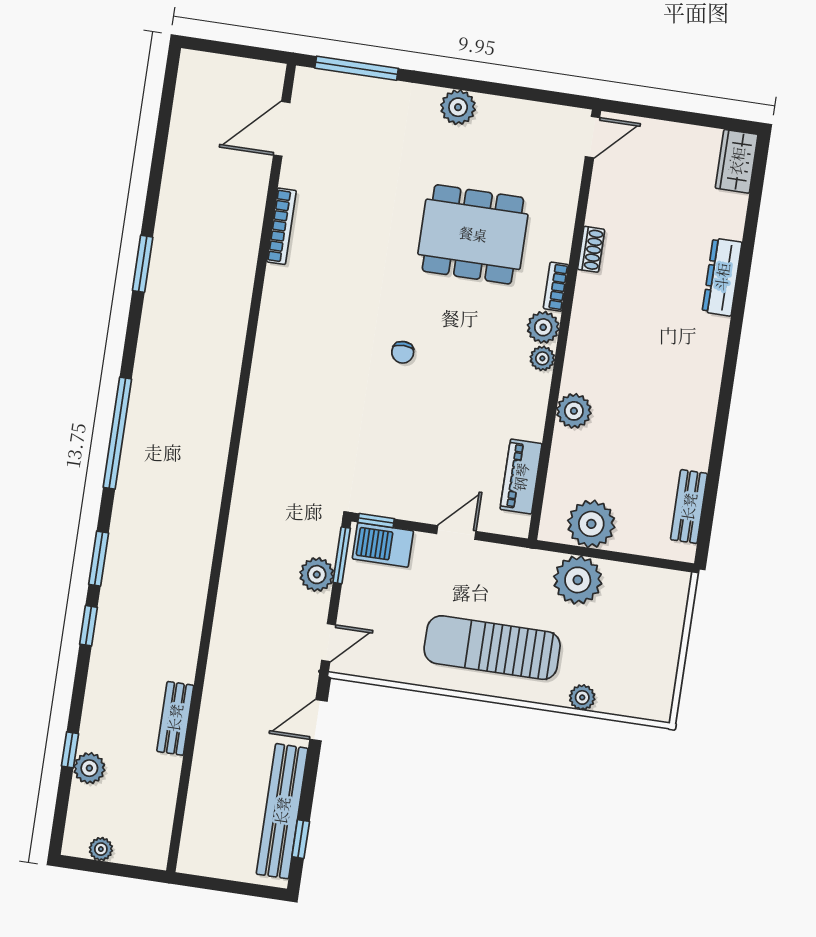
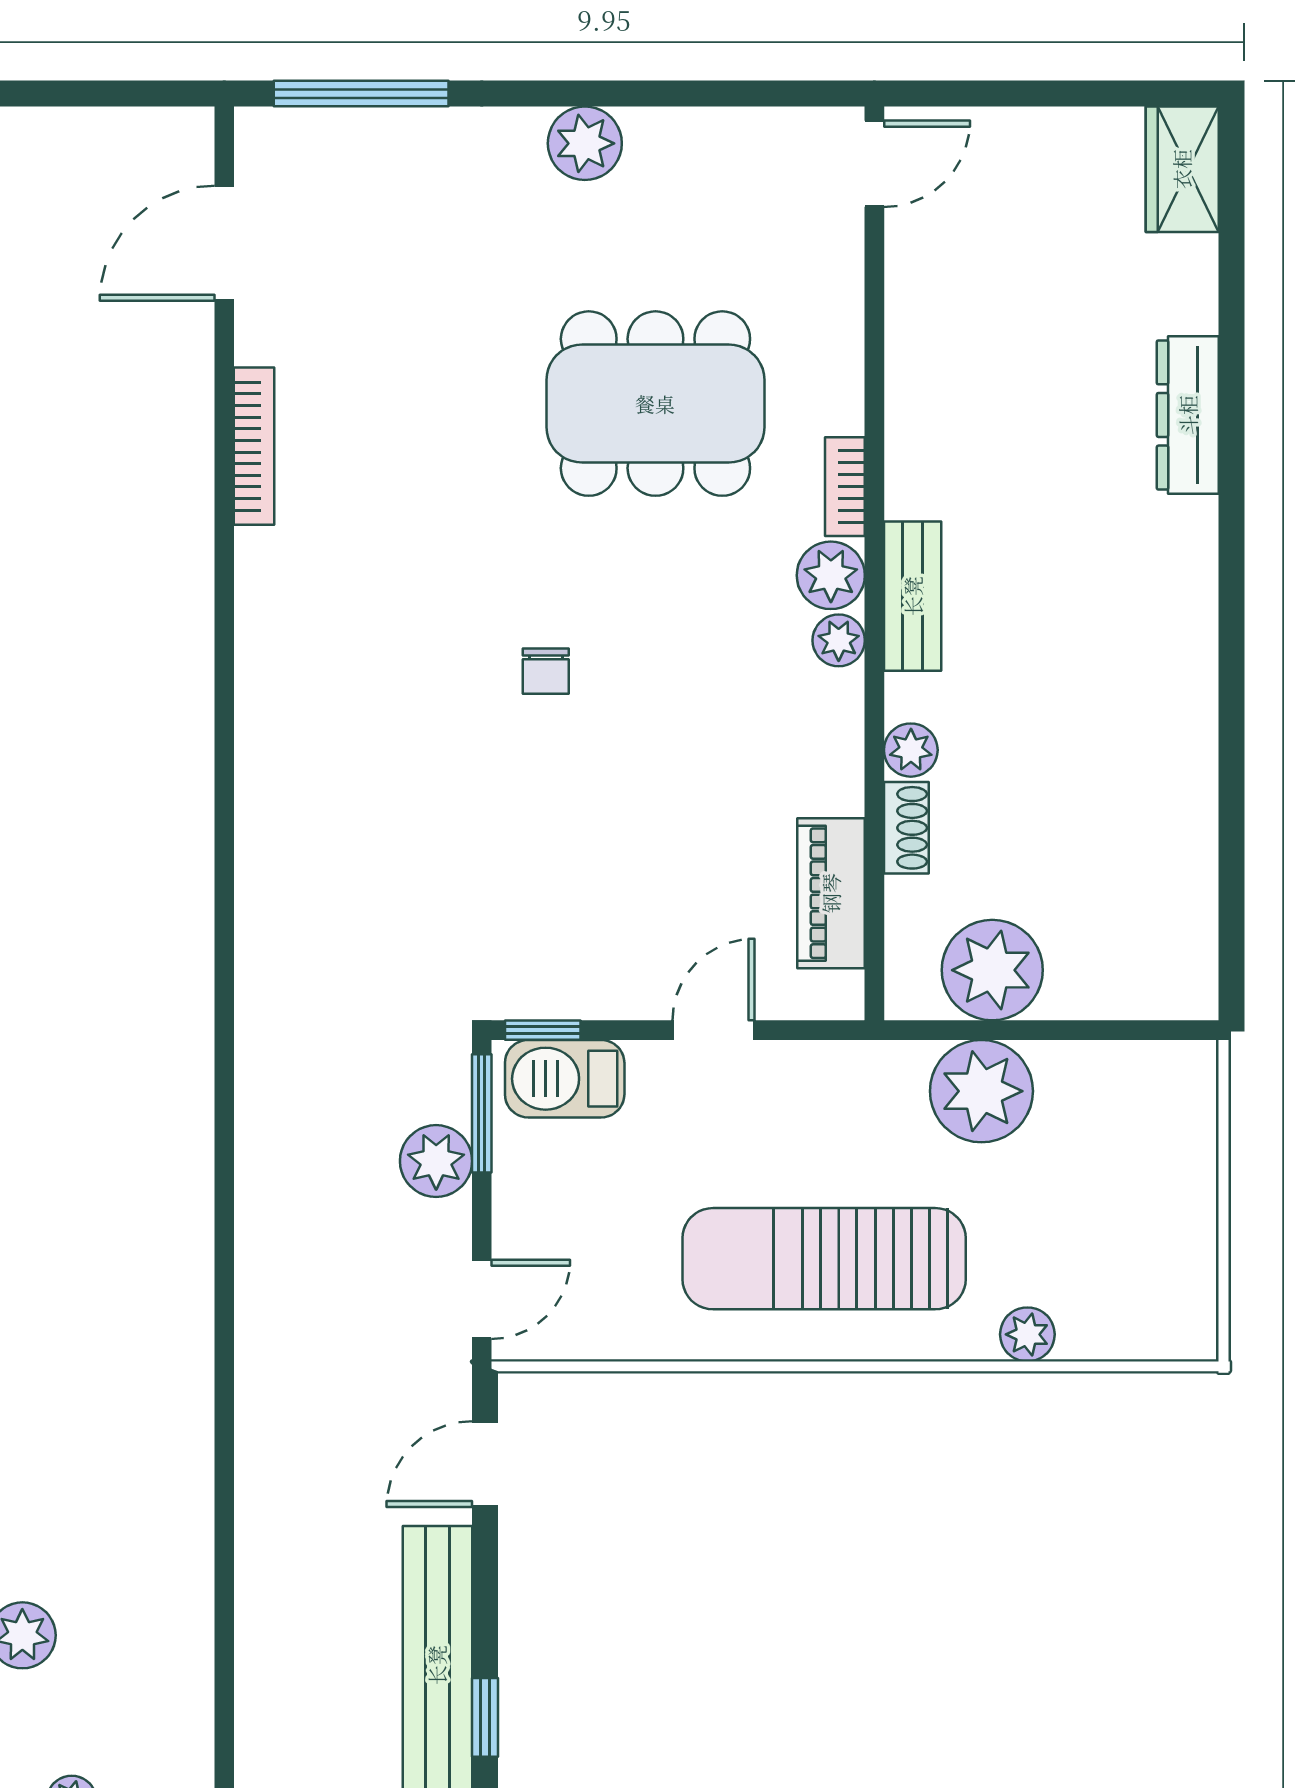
shoe rack: (591, 249) -> (906, 828), moved
plant: (574, 411) -> (911, 750), width x0.73, depth x0.73
bench: (689, 507) -> (913, 596), moved
bench: (175, 718) -> (186, 1505), removed

